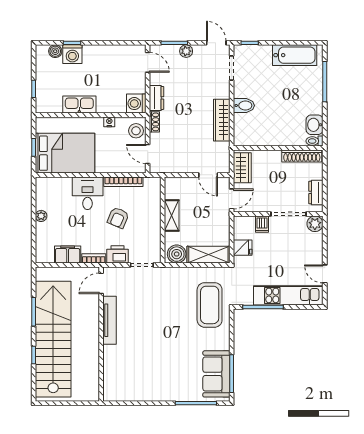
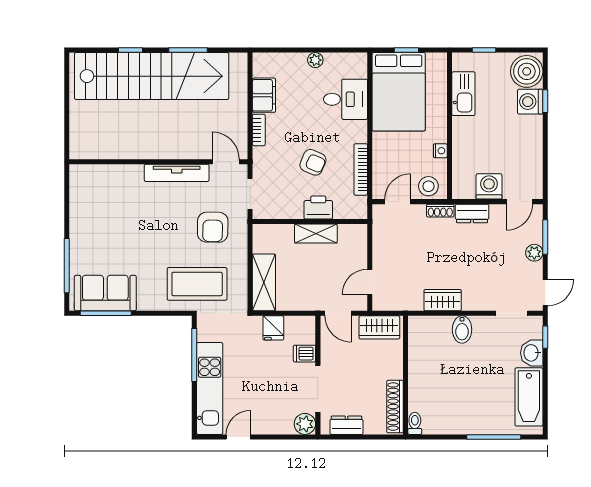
boiler: (55, 51) -> (527, 71), width x1.86, depth x1.86
kitchen sink: (79, 104) -> (463, 94), moved
washing machine: (136, 104) -> (489, 186), moved
wardrobe: (222, 120) -> (443, 300), width x0.67
washbasin: (315, 125) -> (532, 353), moved, turned -90
desk: (88, 193) -> (345, 99), moved
armchair: (118, 218) -> (313, 162), turned 180
printer: (117, 254) -> (318, 208), moved, turned -90
boiler: (177, 254) -> (265, 240), removed
door: (101, 283) -> (226, 162), moved
armchair: (167, 293) -> (213, 227), added
tv unit: (109, 320) -> (177, 173), moved
wall: (101, 334) -> (158, 162), moved

